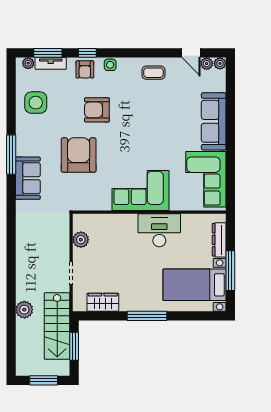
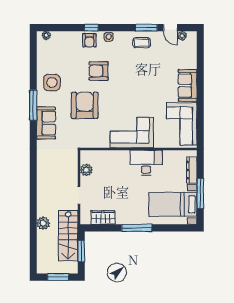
window: (48, 53) -> (146, 28), moved
tv unit: (51, 63) -> (63, 36), removed
plant: (220, 63) -> (192, 36), removed
side table: (36, 103) -> (52, 82), moved
sofa: (214, 121) -> (188, 86), width x0.73

